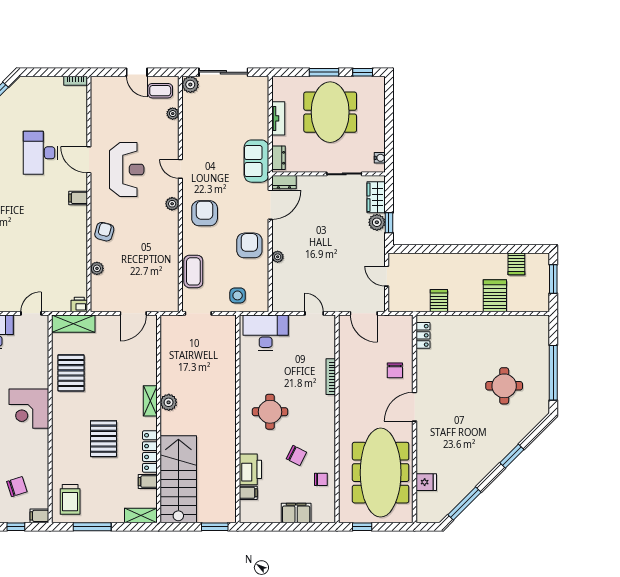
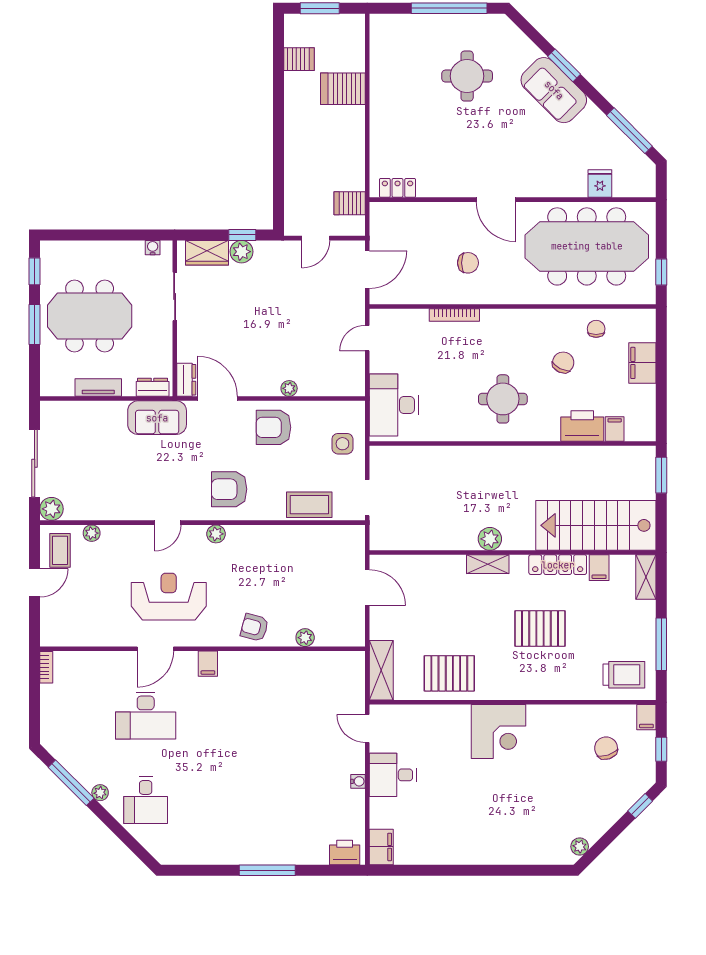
server rack: (439, 301) -> (350, 203), moved
printer: (79, 305) -> (355, 662), removed
chair: (395, 370) -> (468, 263), moved
sofa: (494, 449) -> (554, 90), added

